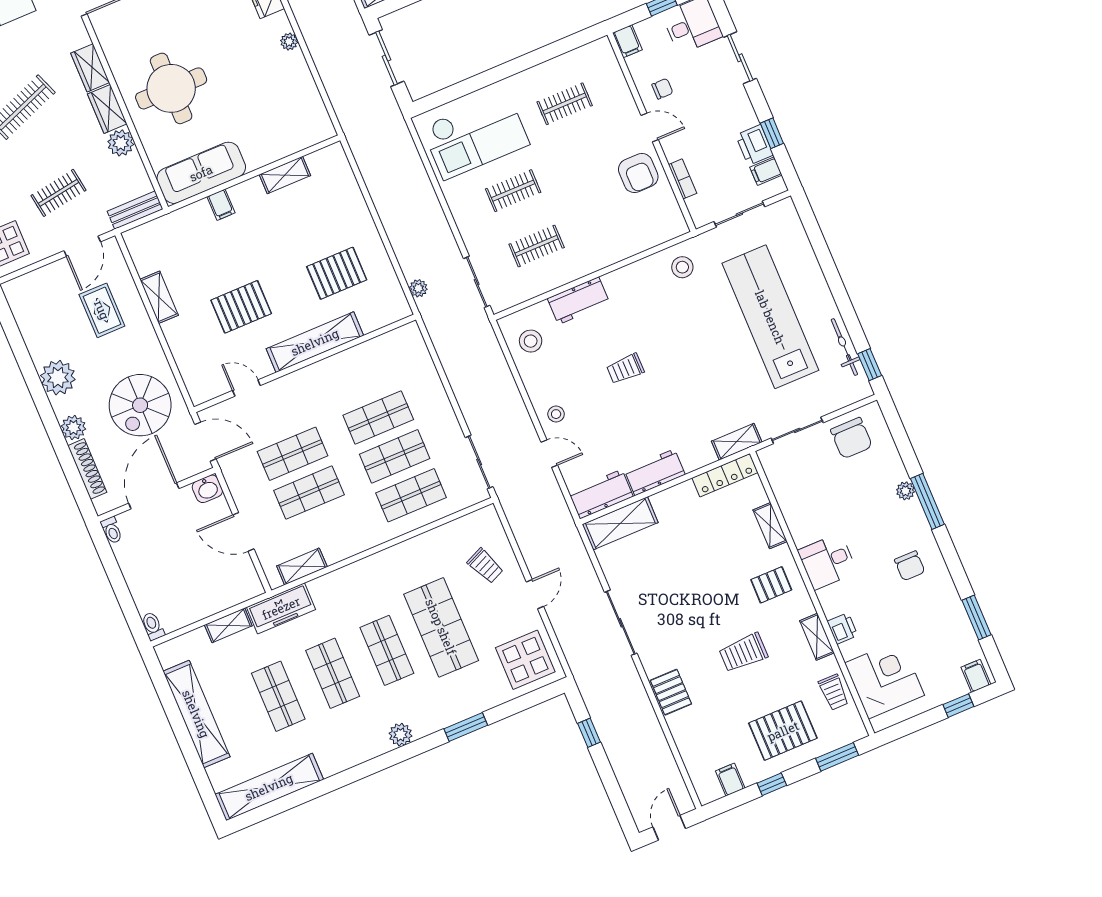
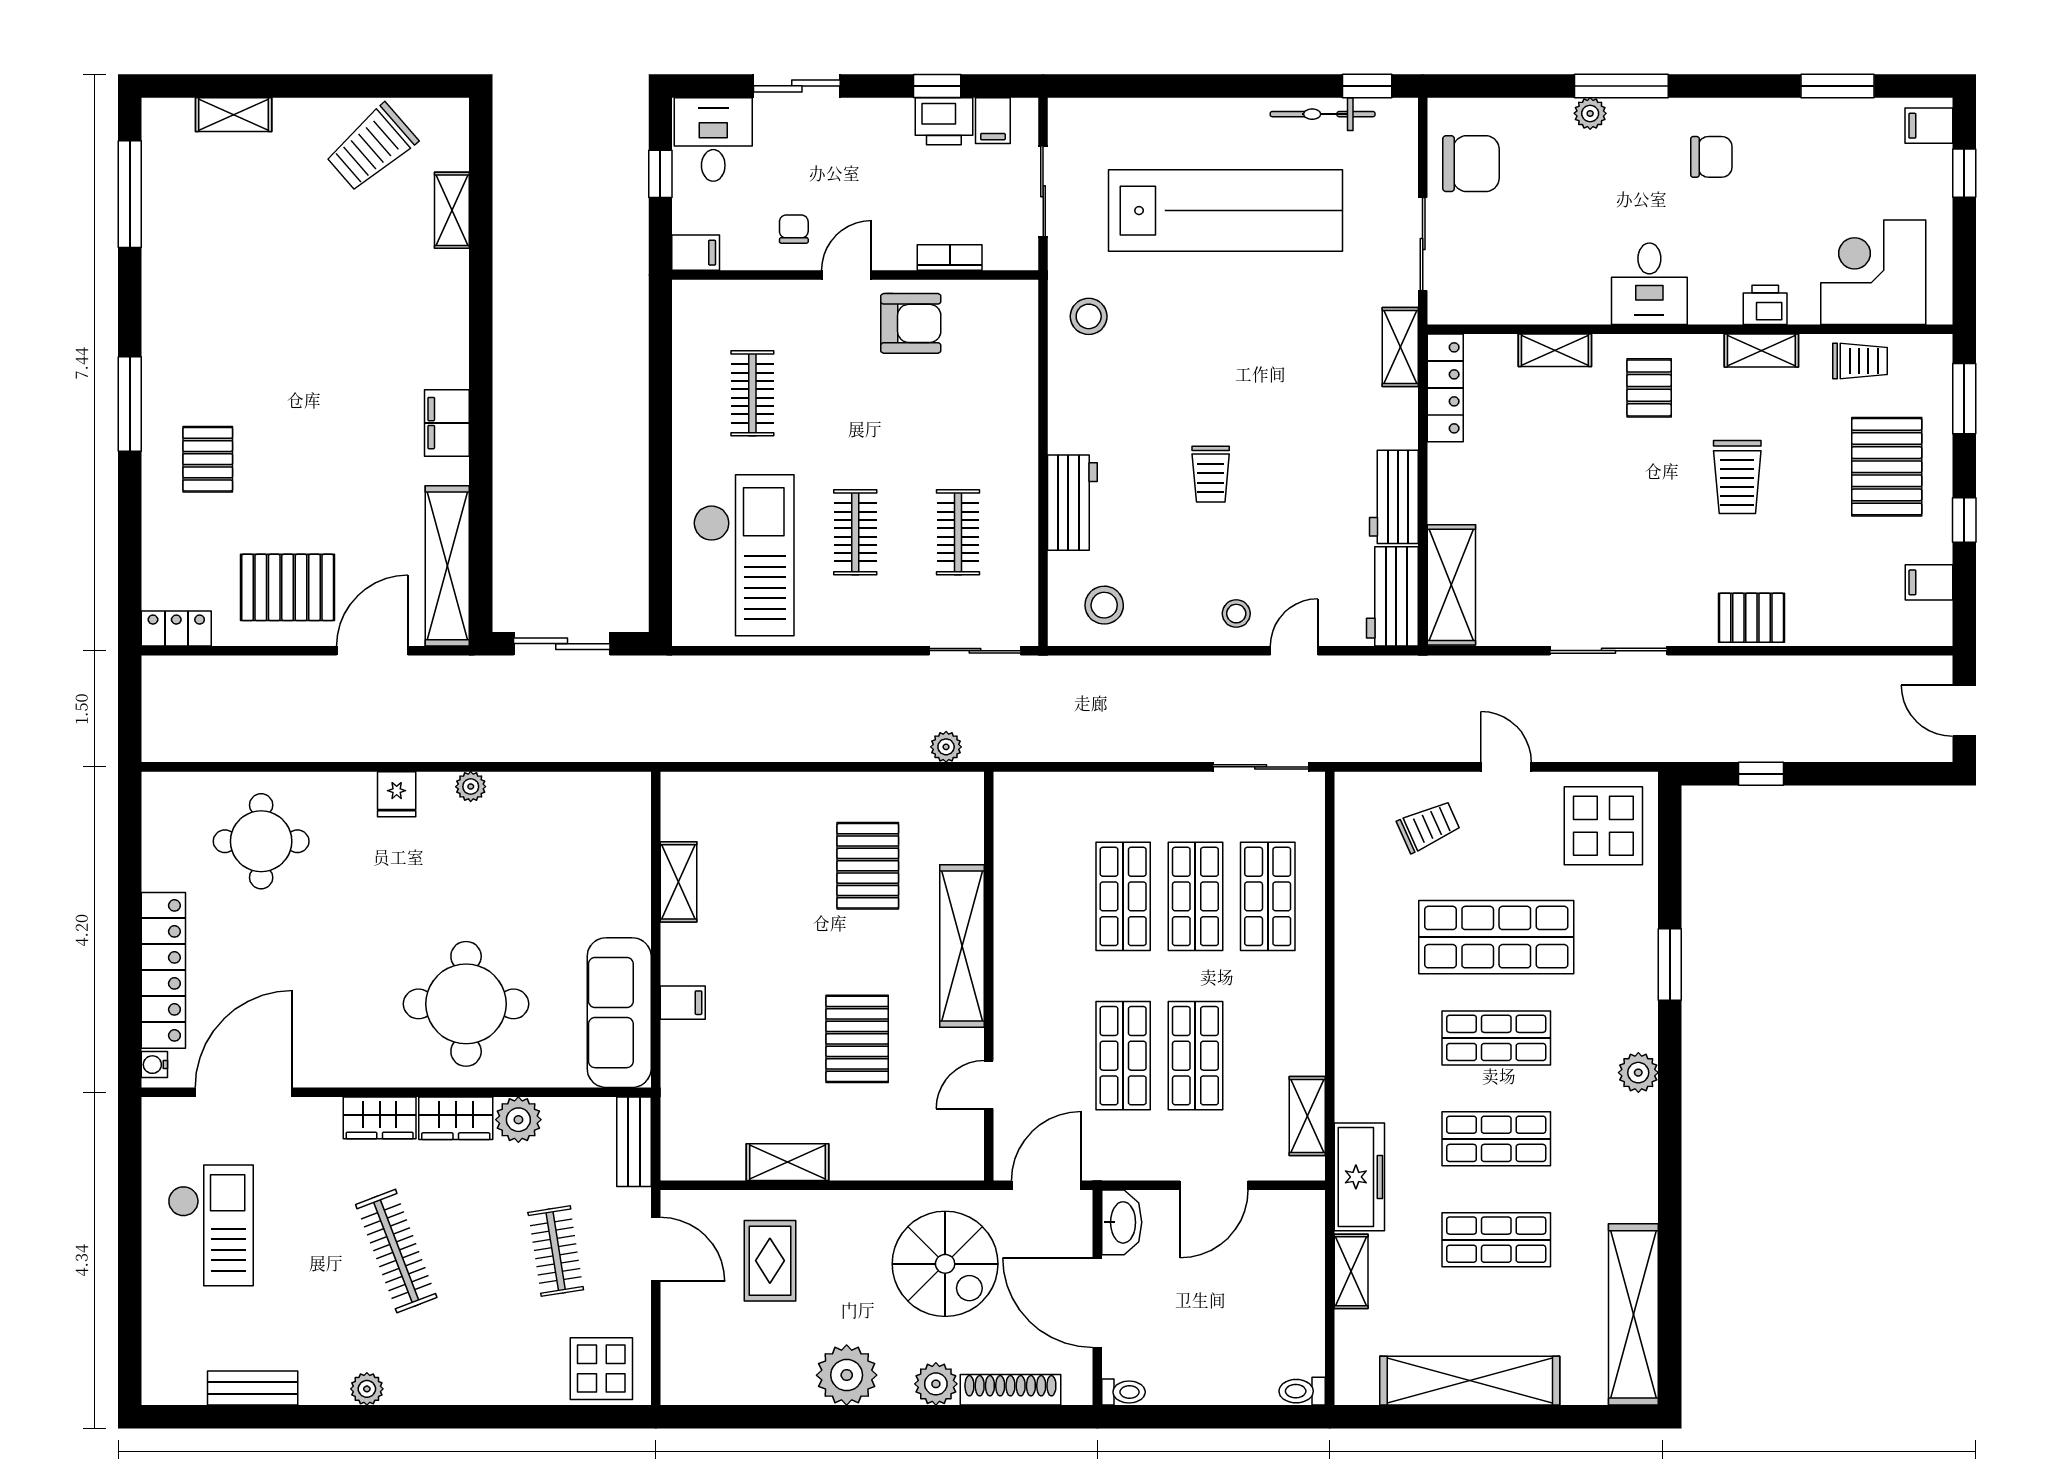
rug: (102, 310) -> (770, 1261), turned 90
lab bench: (770, 317) -> (1226, 211), turned 180
washbasin: (207, 489) -> (1122, 1222), width x1.38

